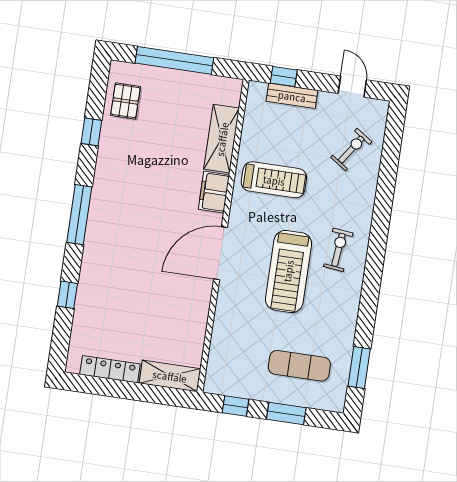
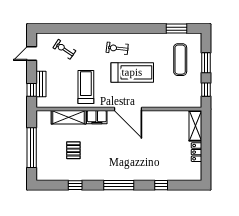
pallet: (125, 101) -> (73, 150), moved, turned 90
locker: (110, 369) -> (196, 152), width x0.66

